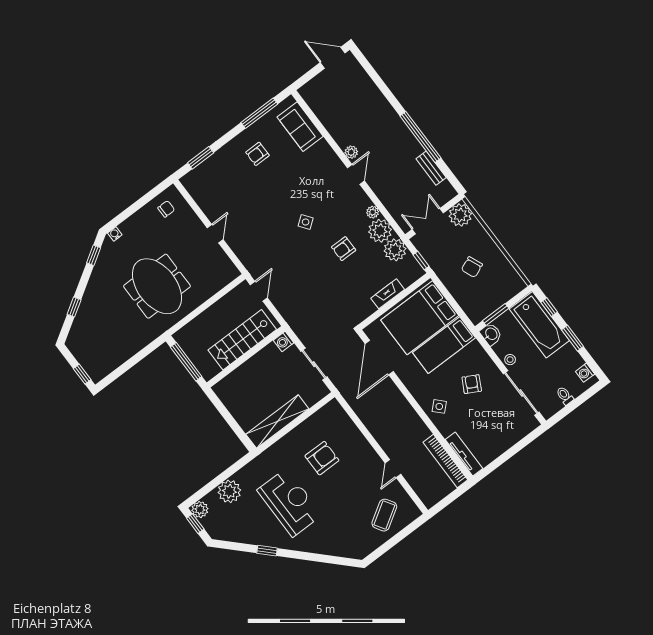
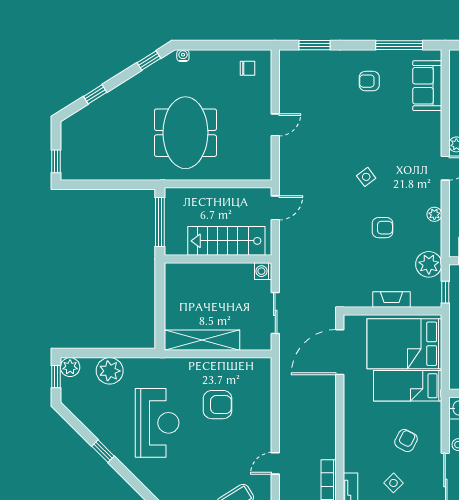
plant: (380, 231) -> (428, 236), removed
armchair: (344, 249) -> (382, 228), turned 180
side table: (439, 406) -> (393, 483), moved

